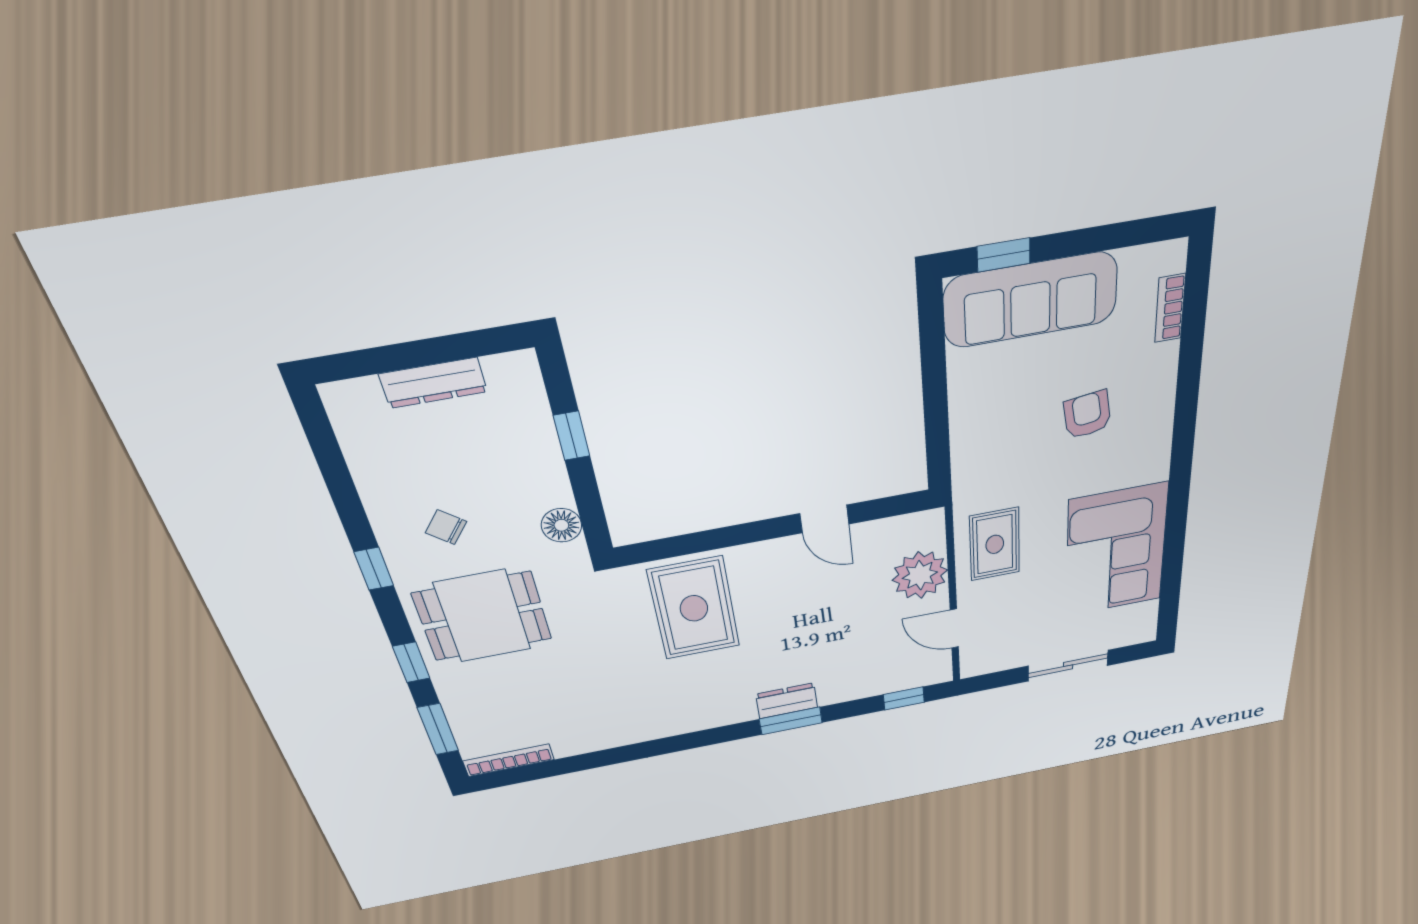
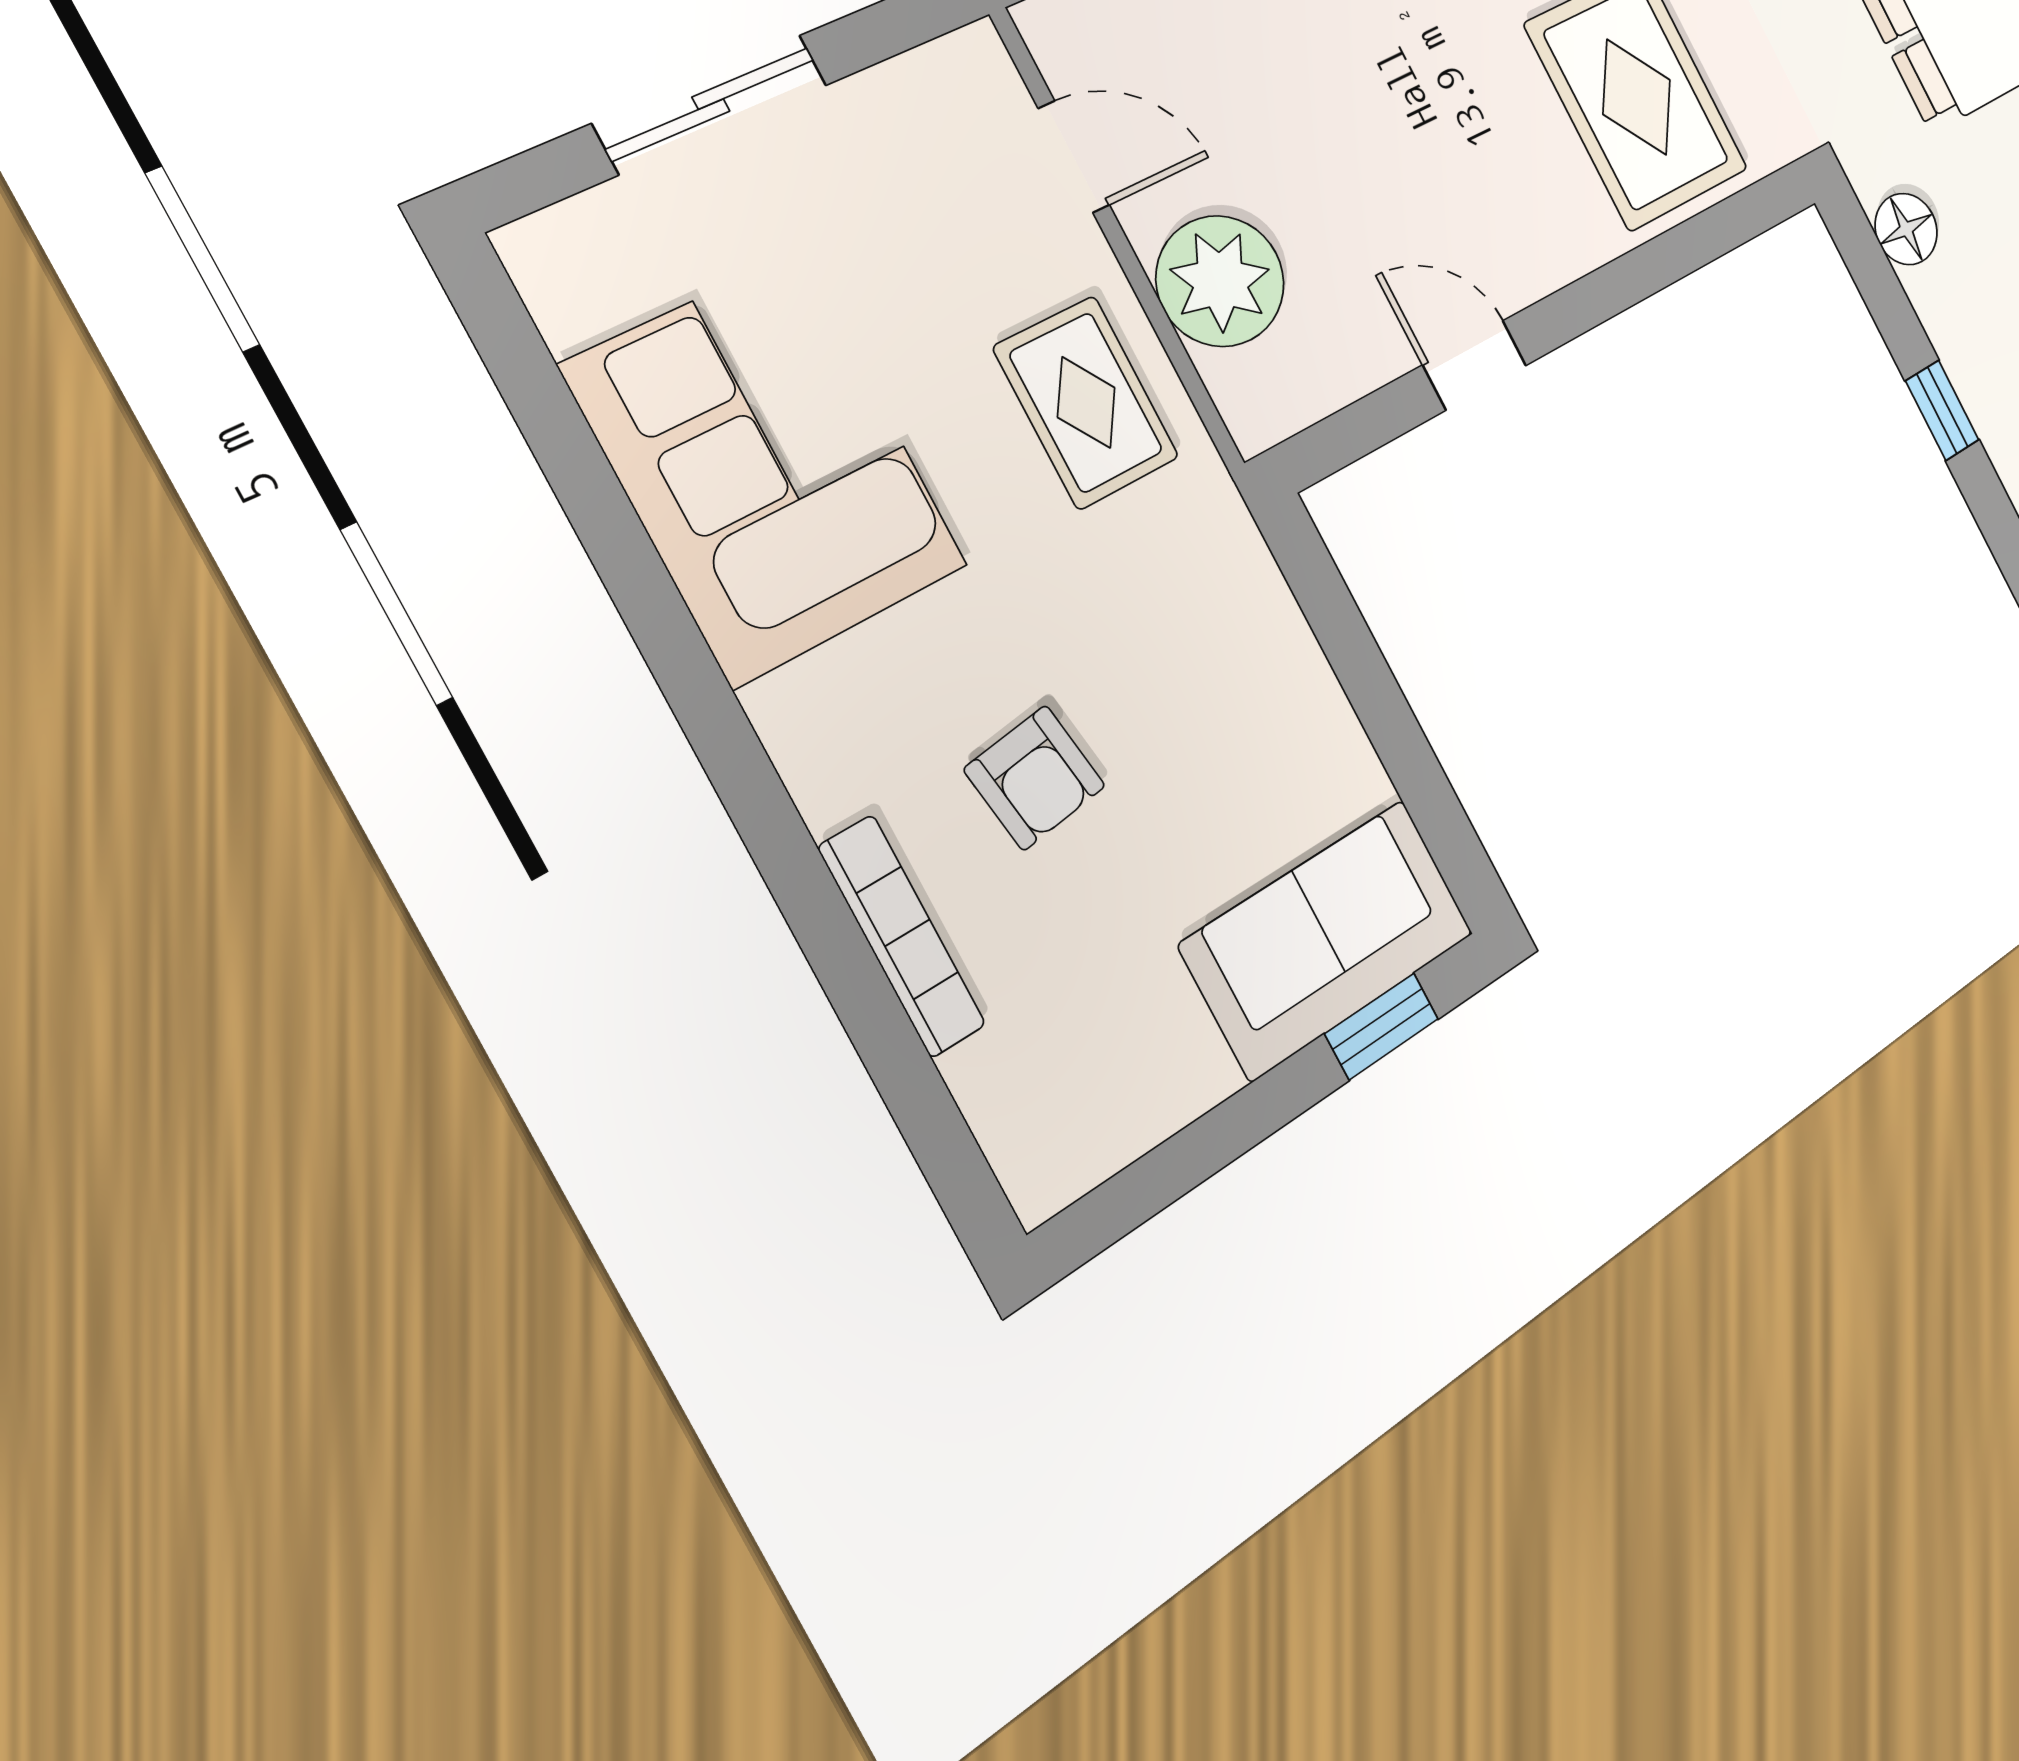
sofa: (1030, 300) -> (1328, 939), width x0.73
bookcase: (1170, 308) -> (902, 936), moved, width x1.56

